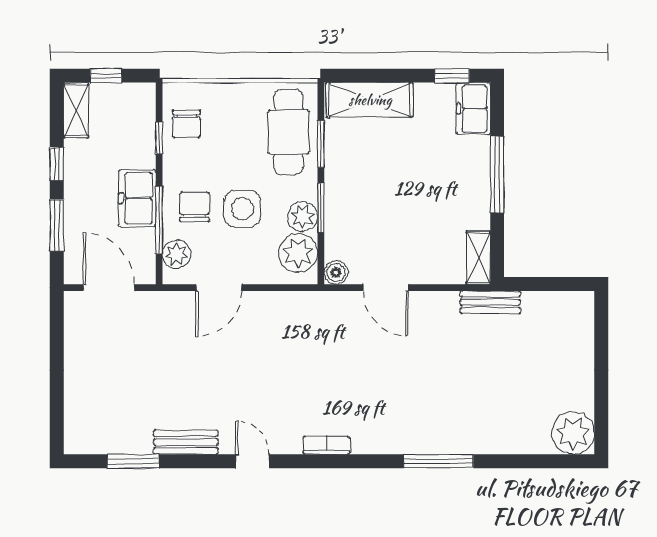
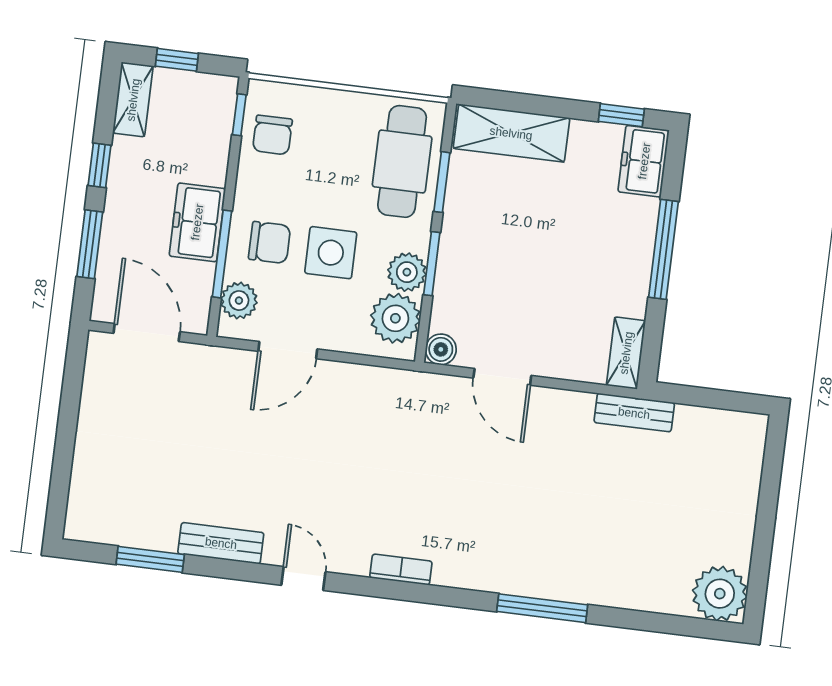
window: (159, 138) -> (239, 115), moved
chair: (194, 207) -> (269, 243), turned 90

